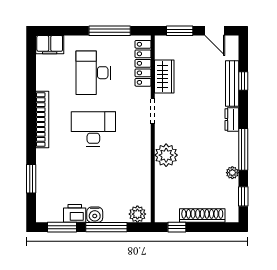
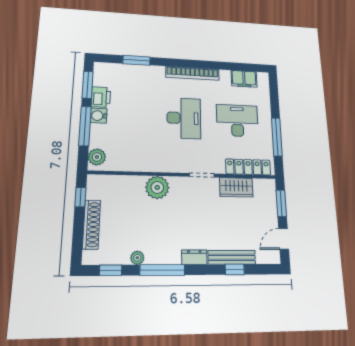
filing cabinet: (50, 45) -> (244, 79), moved, turned -90

